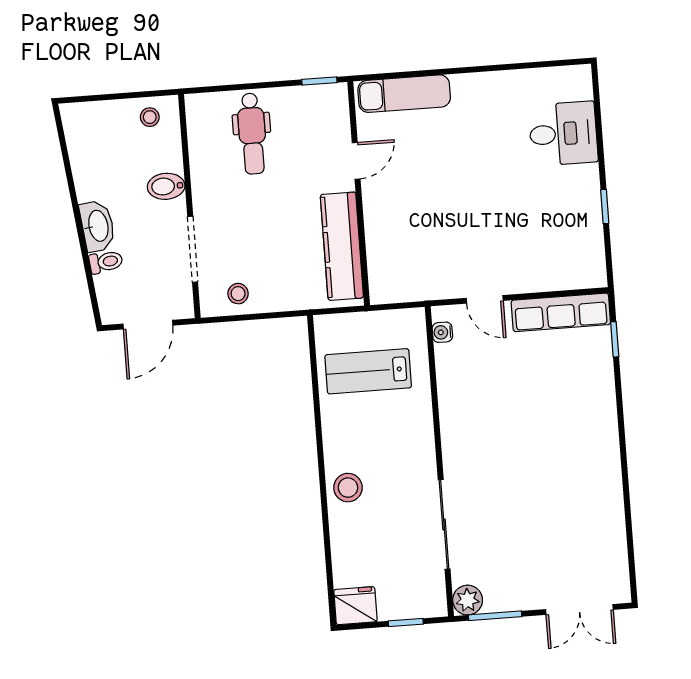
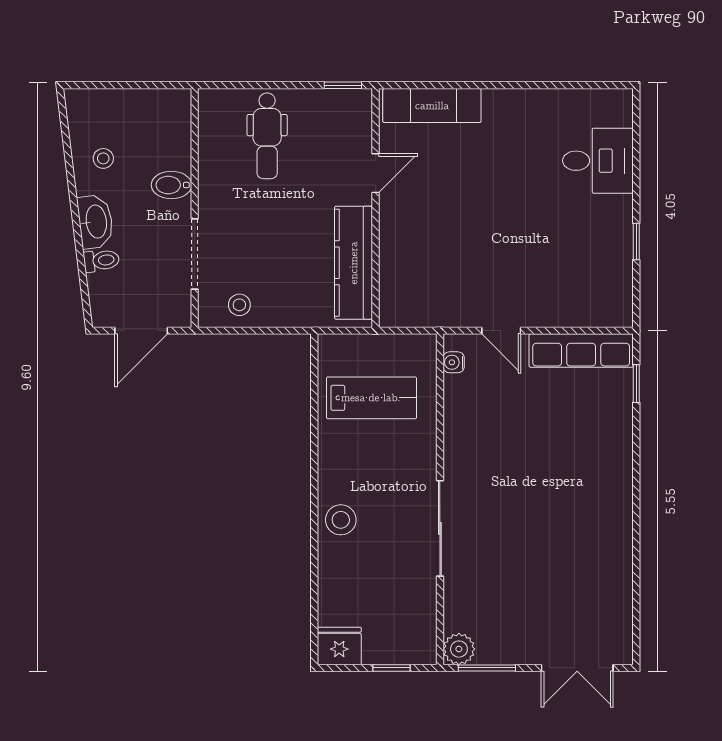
stool: (150, 117) -> (103, 158), moved
lab bench: (368, 371) -> (371, 398), turned 180
sliding door: (444, 524) -> (440, 528), moved

